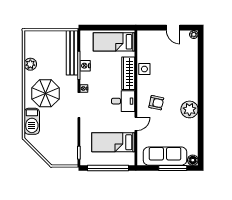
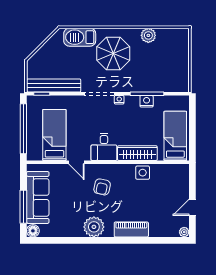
bench: (72, 53) -> (54, 85), moved
piano: (192, 78) -> (131, 229), added

